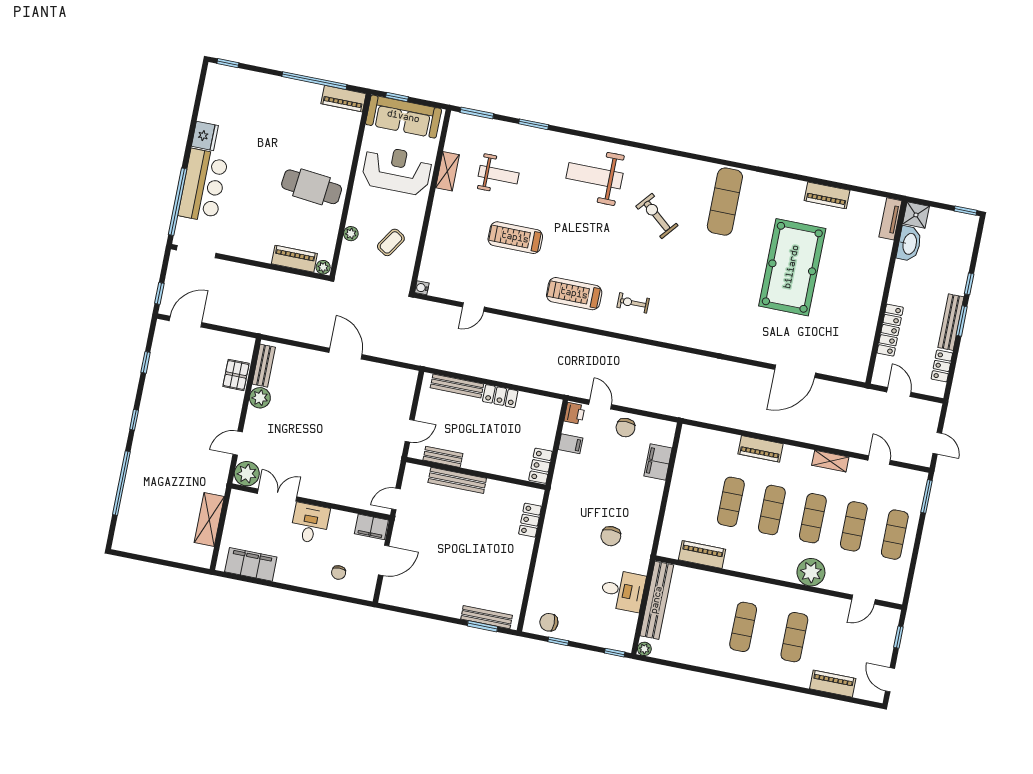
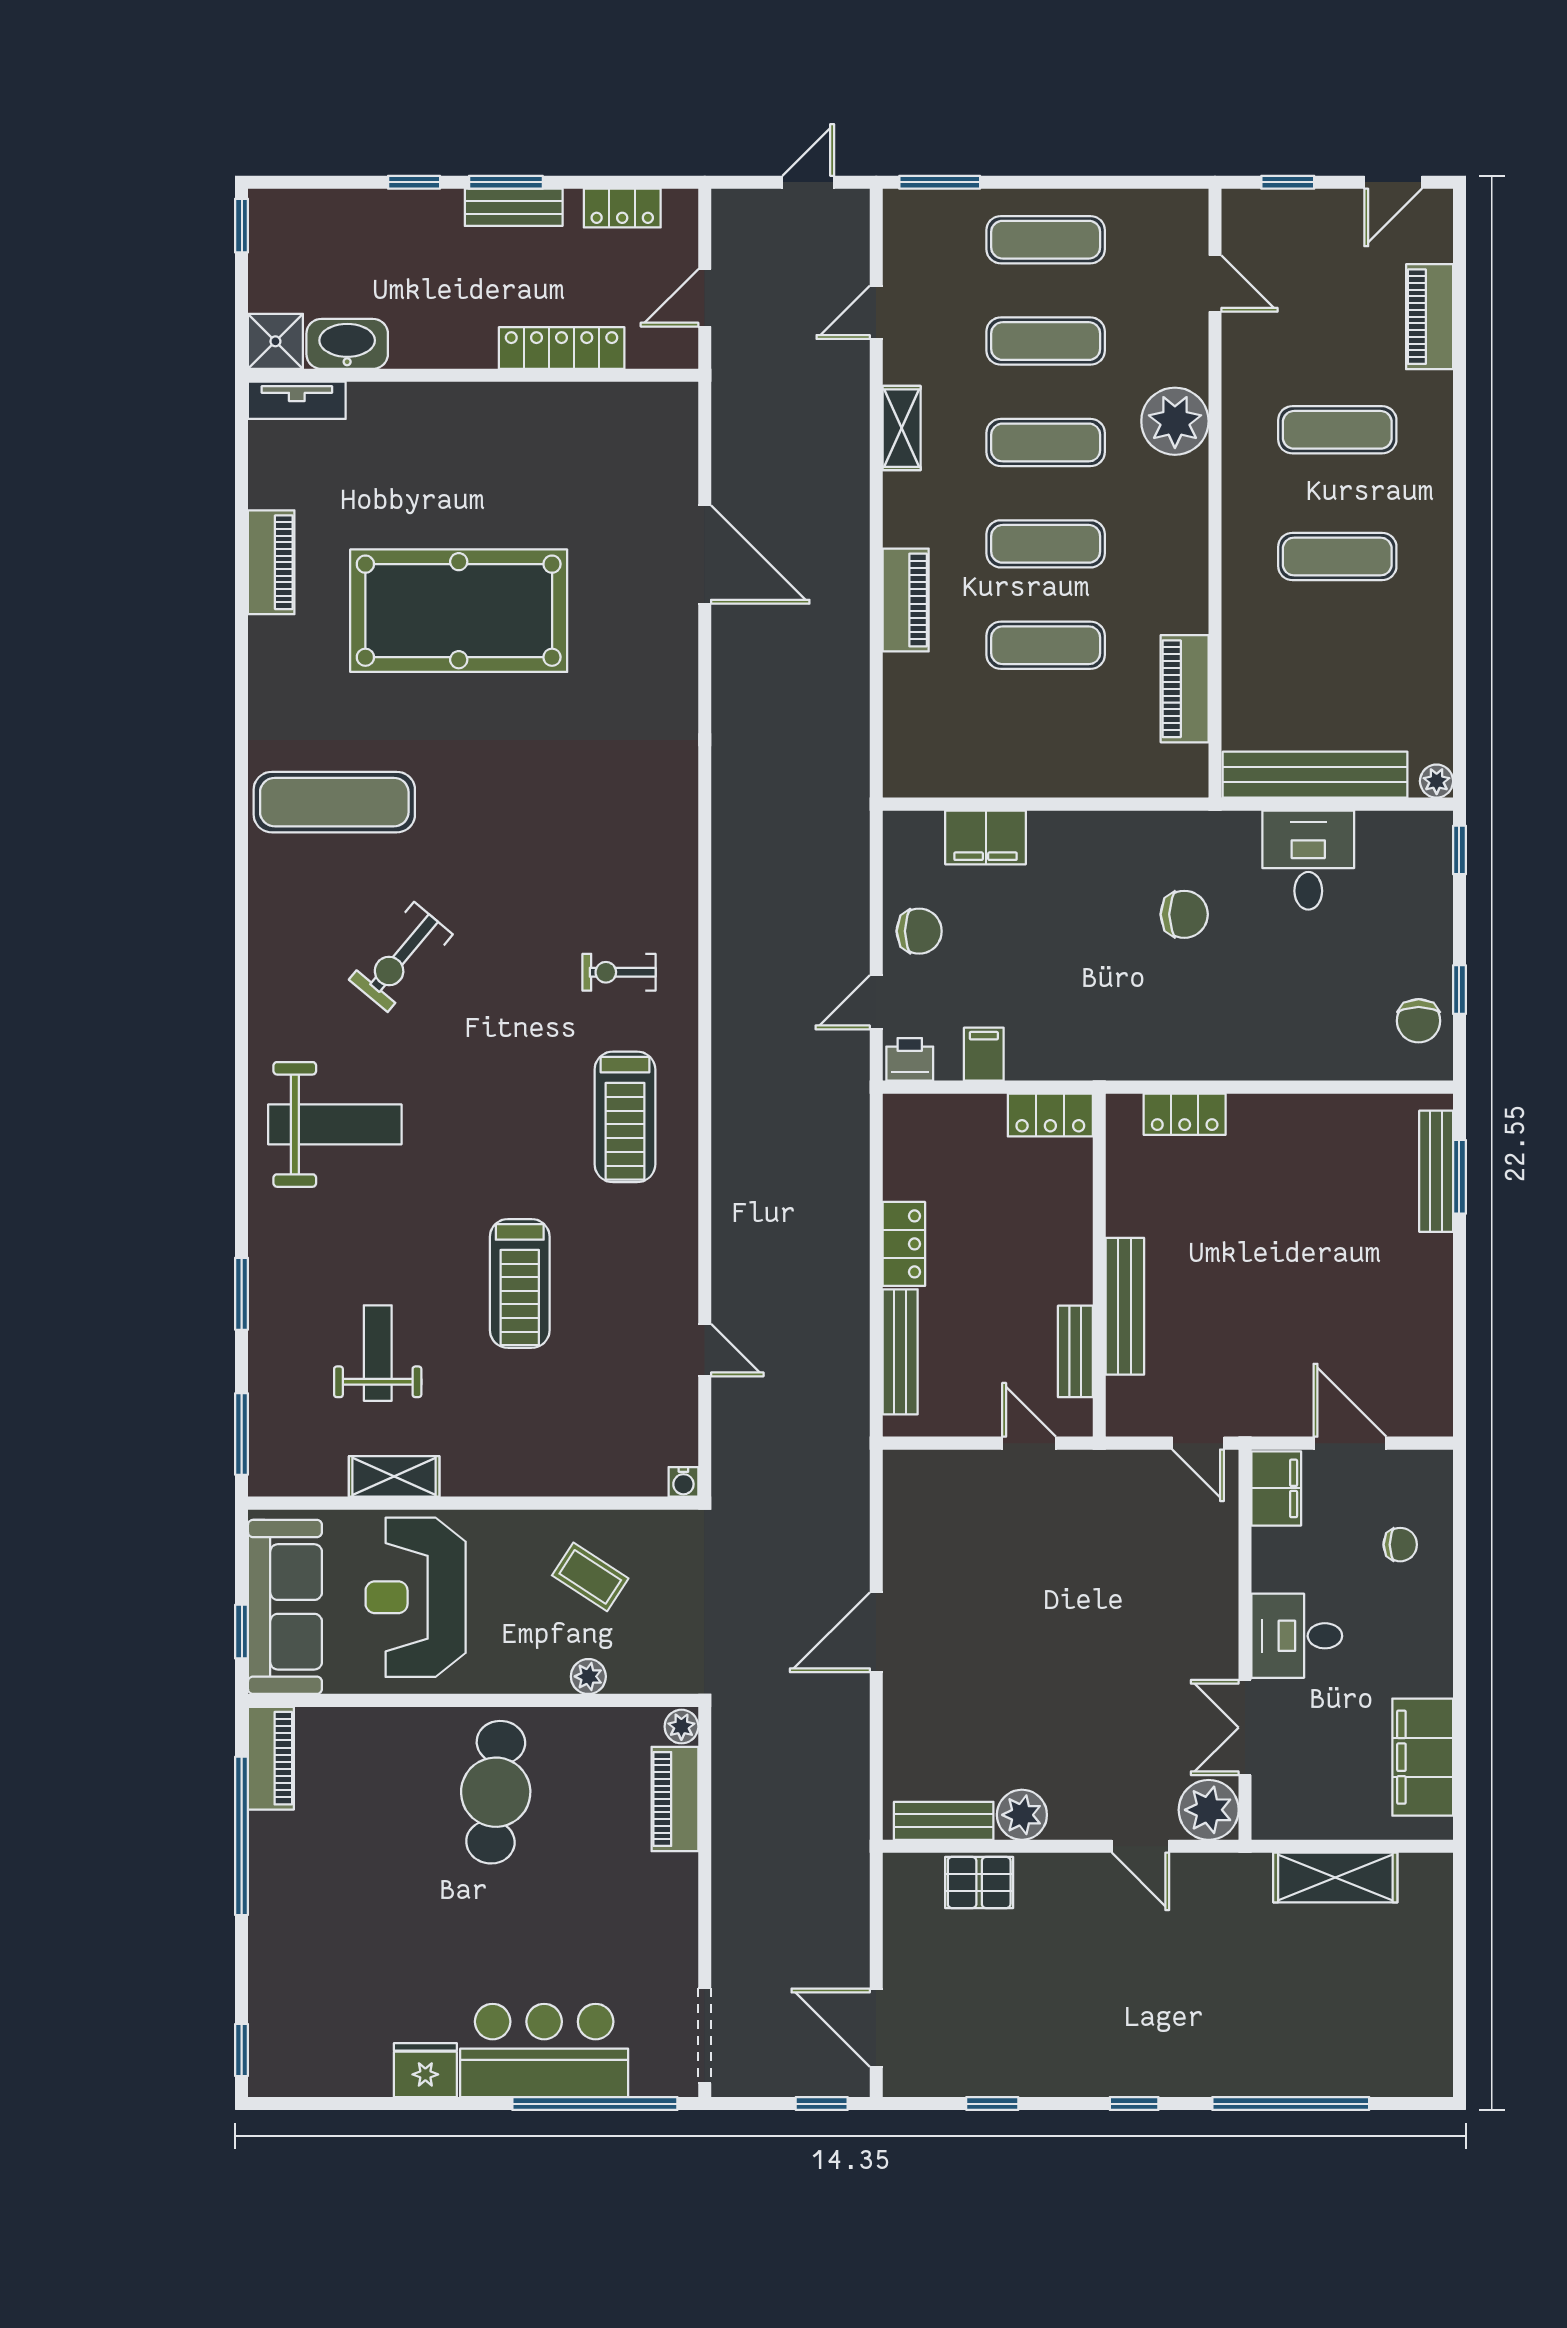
weight bench: (595, 176) -> (335, 1124), turned -90
exercise bike: (633, 303) -> (619, 972), turned 90
bench: (951, 322) -> (514, 207), width x0.73

